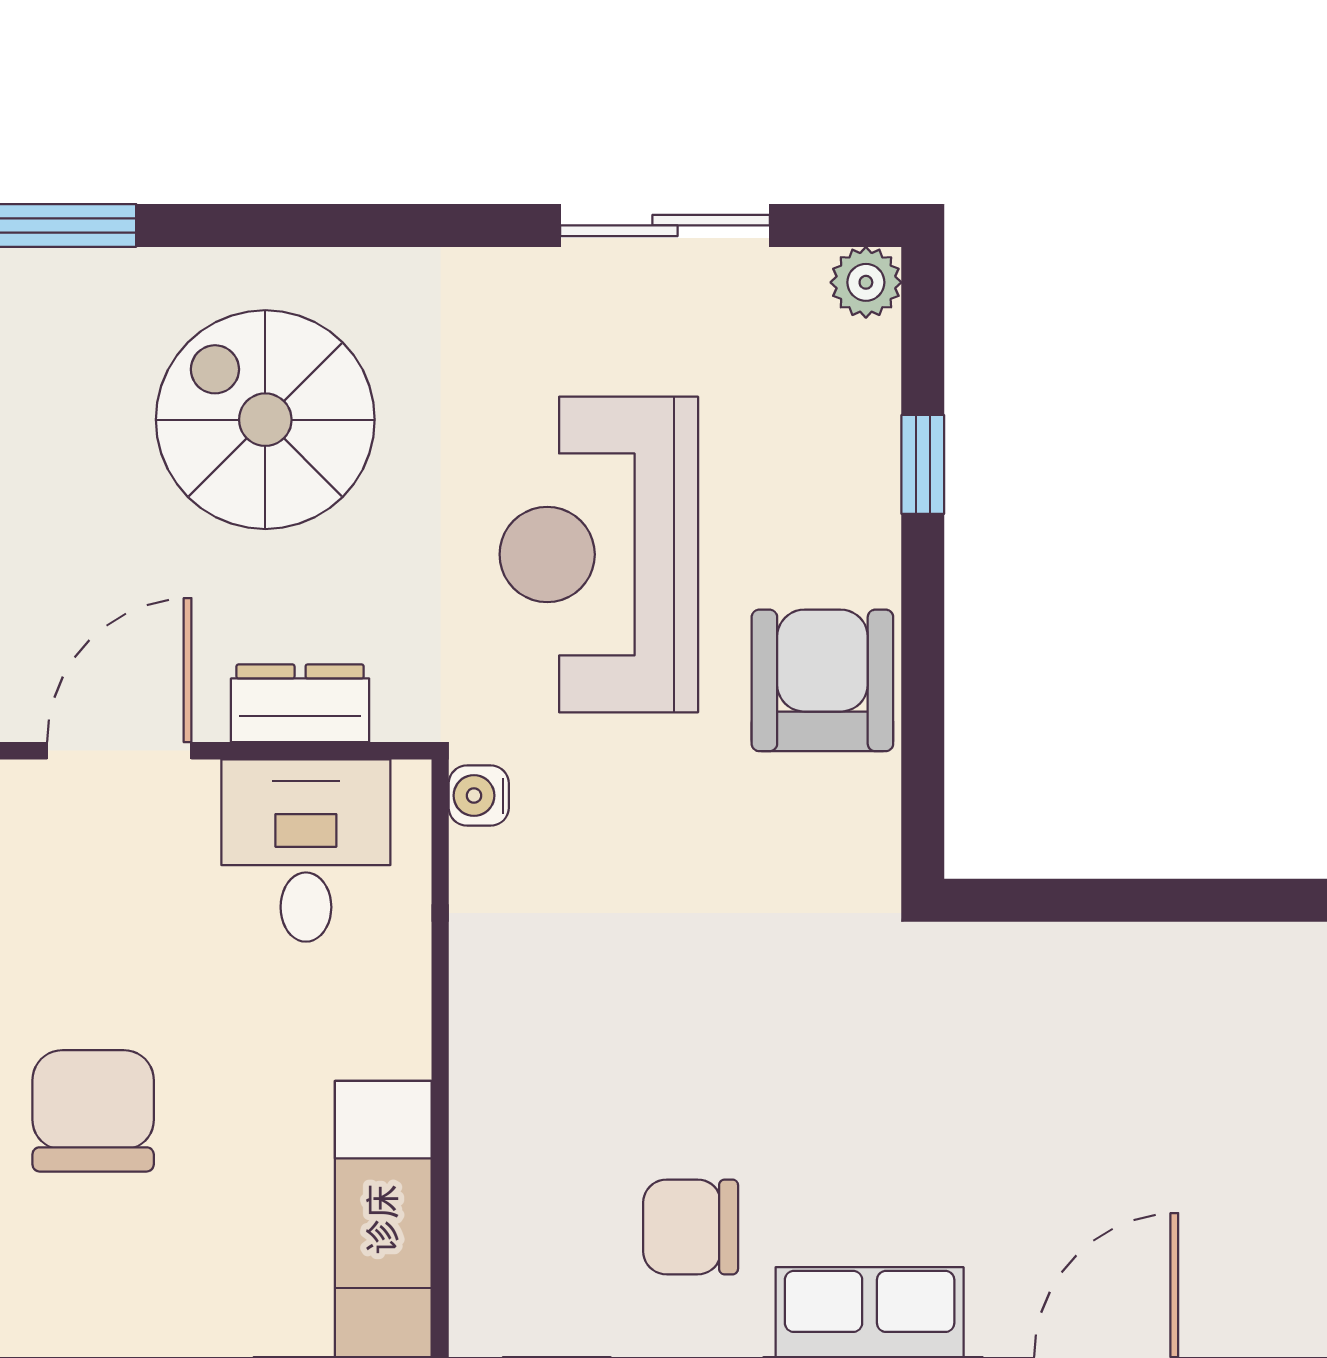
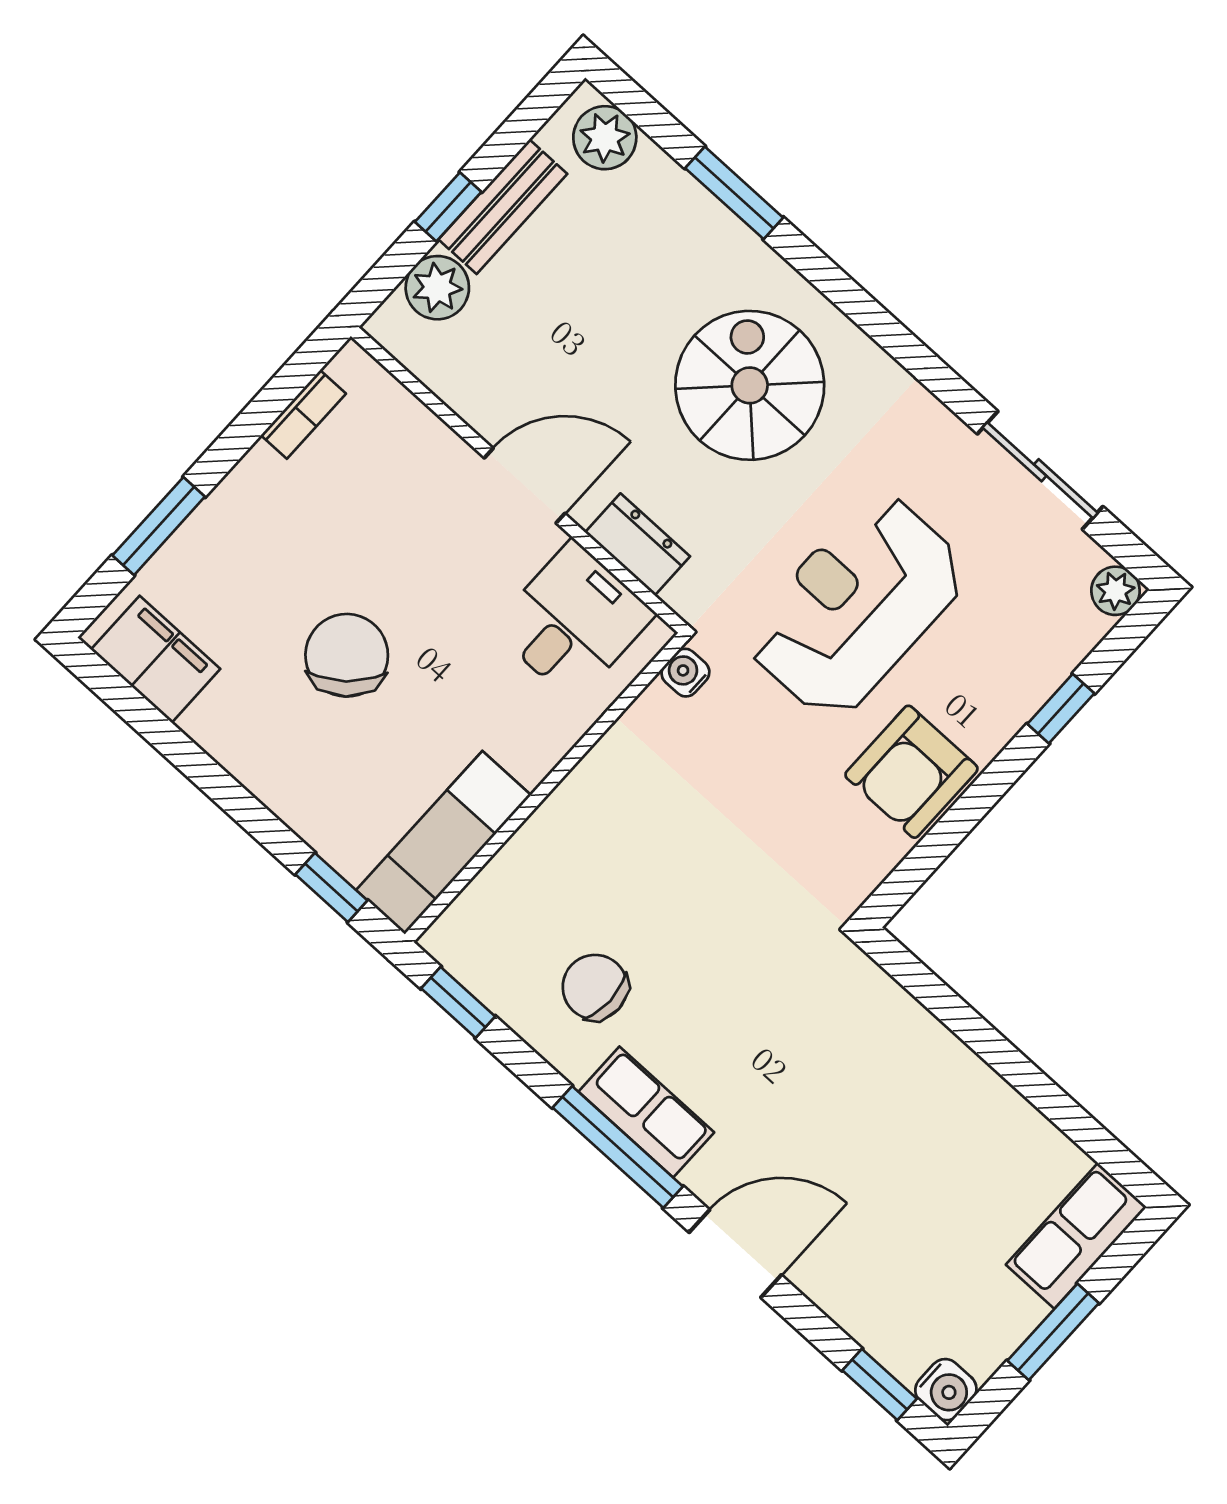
armchair: (822, 680) -> (911, 772), turned 180
chair: (93, 1111) -> (347, 655), turned -41

